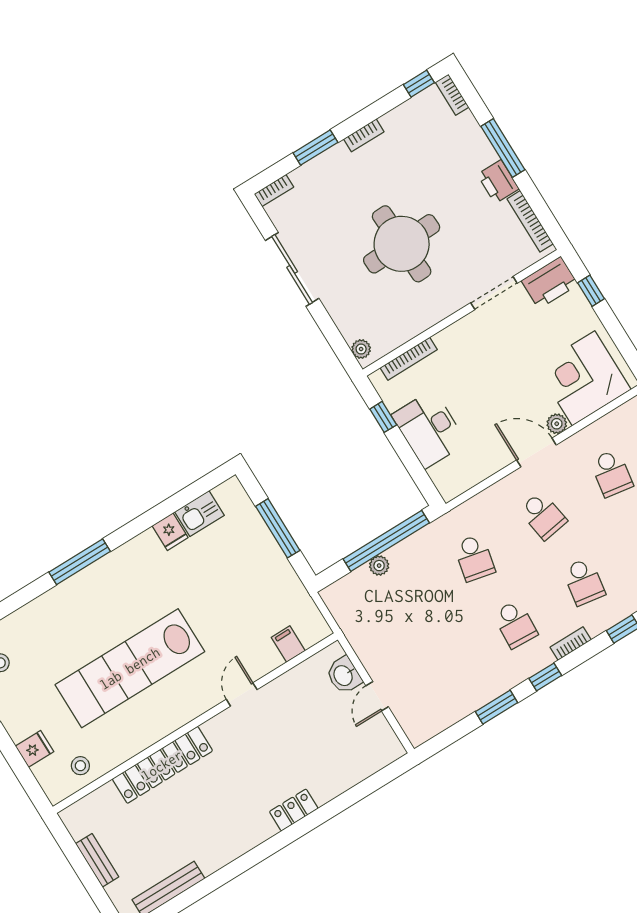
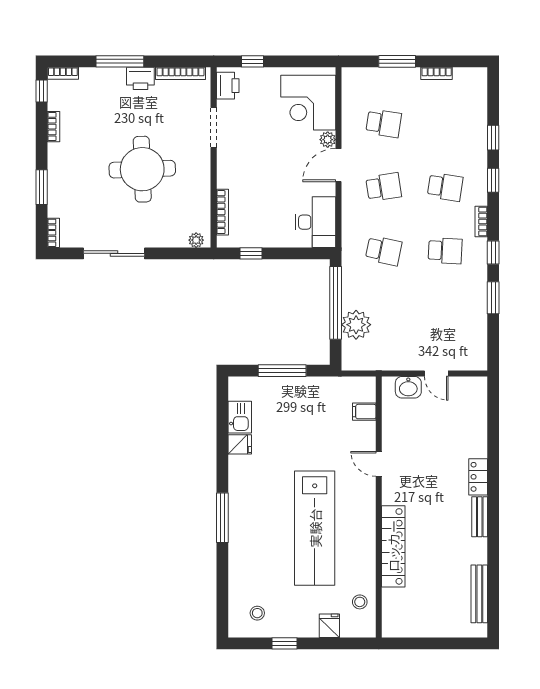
bookcase: (364, 135) -> (54, 127), moved
printer: (550, 283) -> (228, 86), width x0.73, depth x0.84
desk: (429, 429) -> (316, 222), moved, turned -90
plant: (379, 566) -> (356, 325), width x1.88, depth x1.88
bench: (97, 860) -> (480, 517), moved, turned 90

